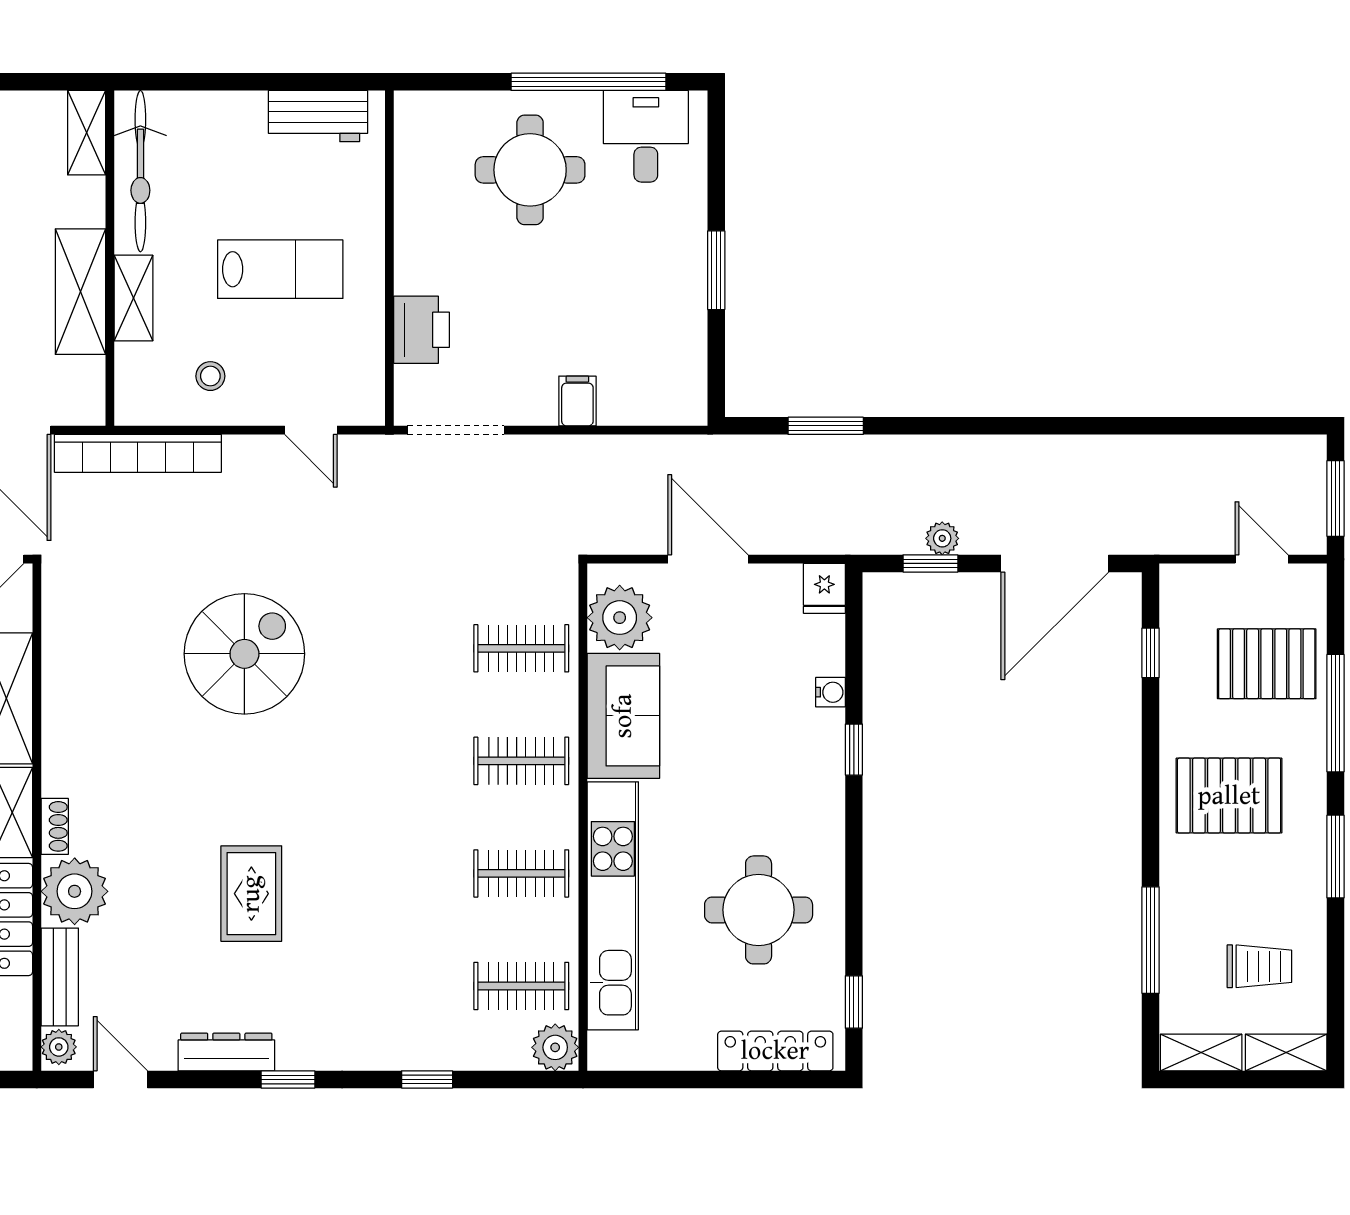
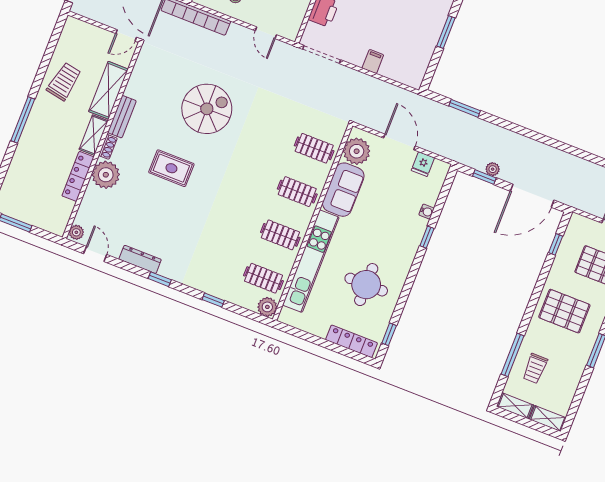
fridge: (824, 588) -> (423, 164), moved
rug: (251, 894) -> (171, 168), moved, turned 90
trolley: (1259, 966) -> (535, 368), moved, turned 90
bench: (60, 977) -> (122, 117), moved

